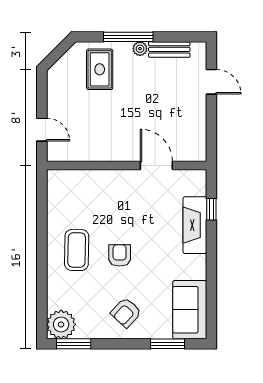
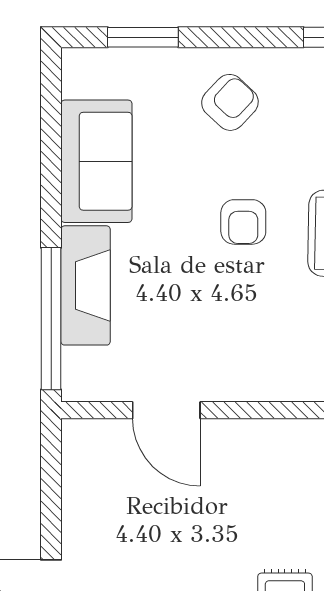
window: (211, 209) -> (51, 319), width x3.17
sofa: (190, 310) -> (96, 161), moved

